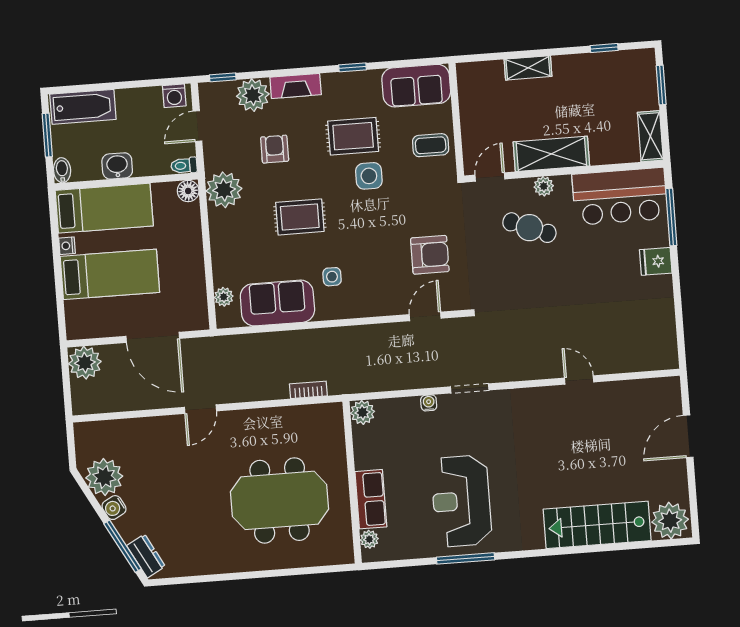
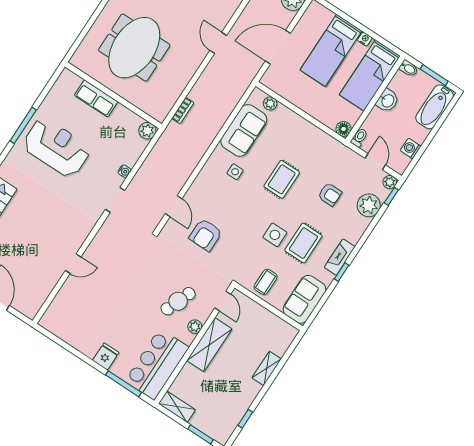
fireplace: (296, 86) -> (340, 257), moved
washing machine: (174, 96) -> (411, 148), moved
plant: (224, 190) -> (390, 182), moved, width x0.53, depth x0.53
plant: (369, 539) -> (75, 80), removed

